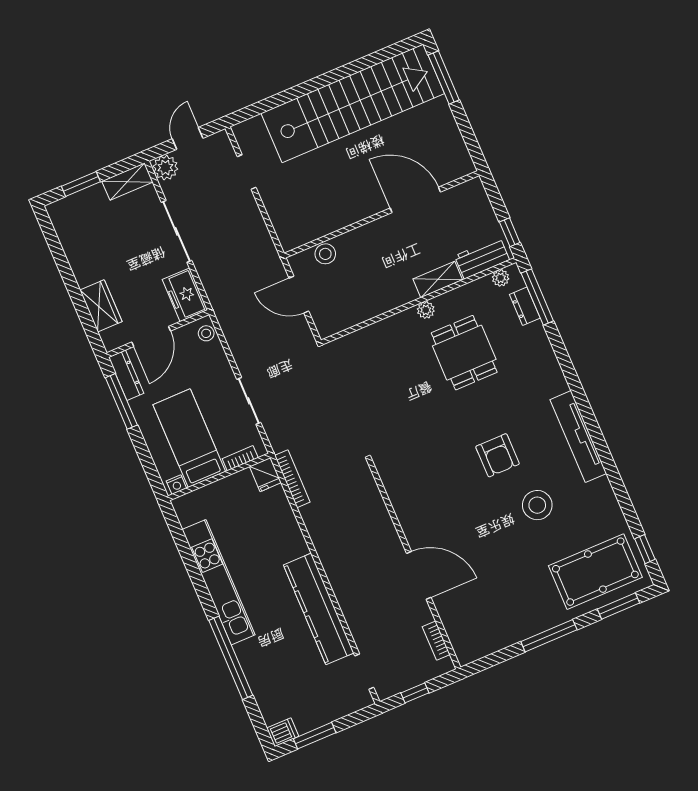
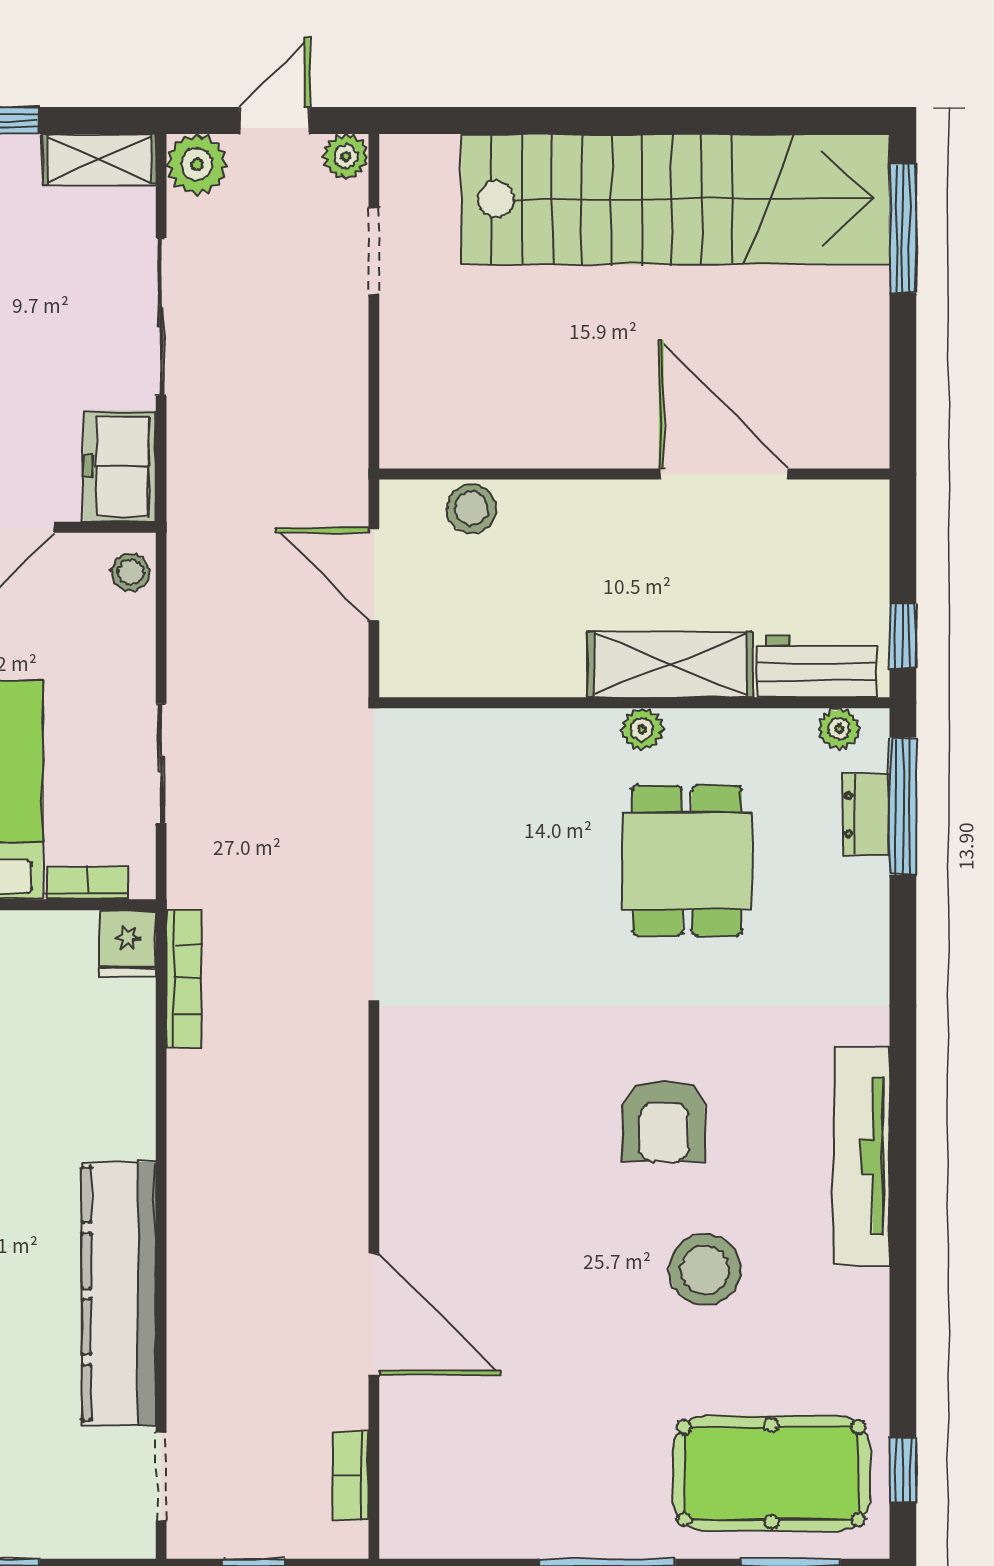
plant: (221, 140) -> (346, 156), added
shelving: (438, 279) -> (670, 664), width x1.50, depth x1.33

